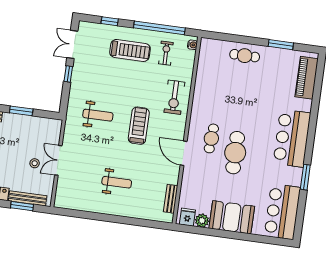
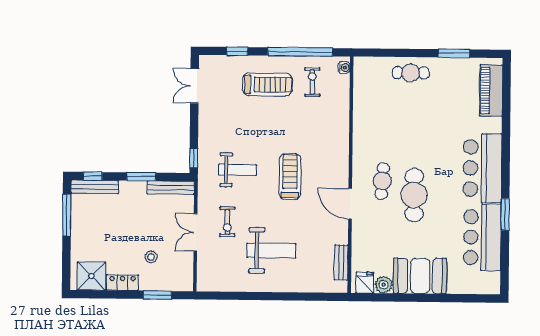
window: (68, 74) -> (194, 158), moved
exercise bike: (174, 97) -> (227, 222), moved, width x0.73, depth x0.72
stool: (35, 163) -> (151, 257), moved
weight bench: (117, 182) -> (271, 250), width x1.36, depth x1.33
bench: (28, 198) -> (171, 188), moved
bar counter: (282, 212) -> (482, 237), moved

